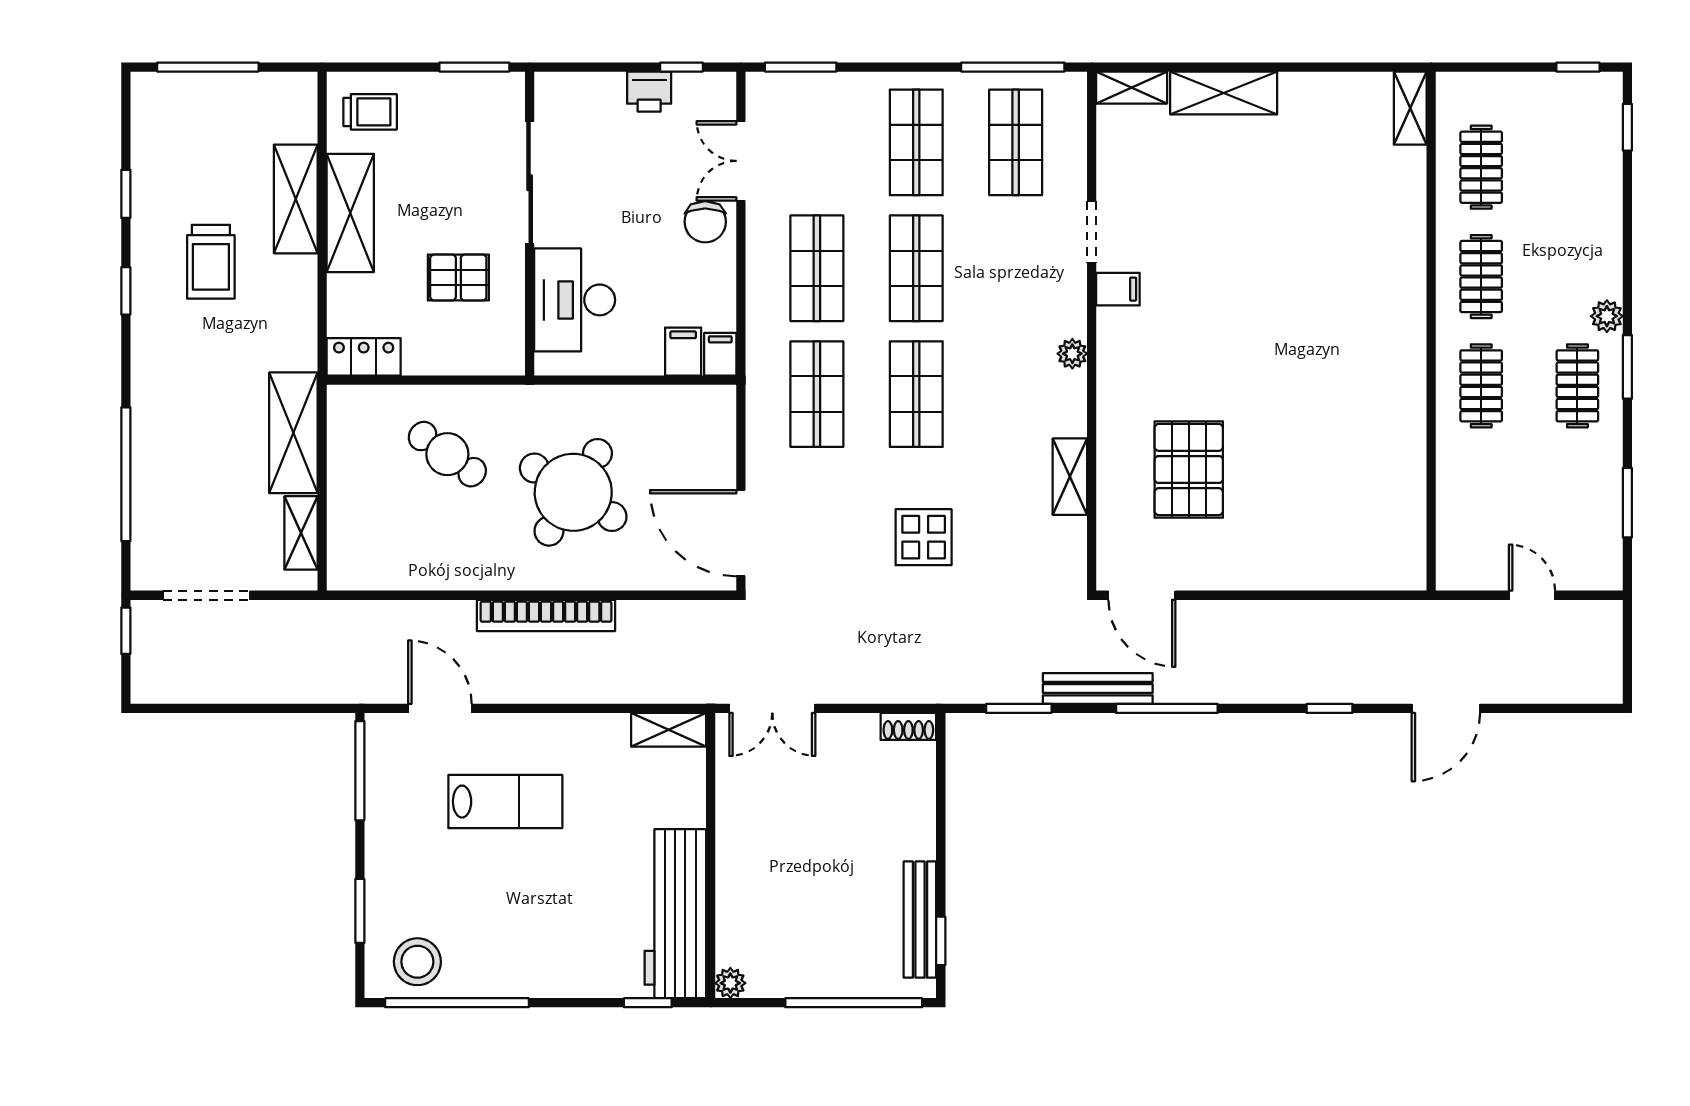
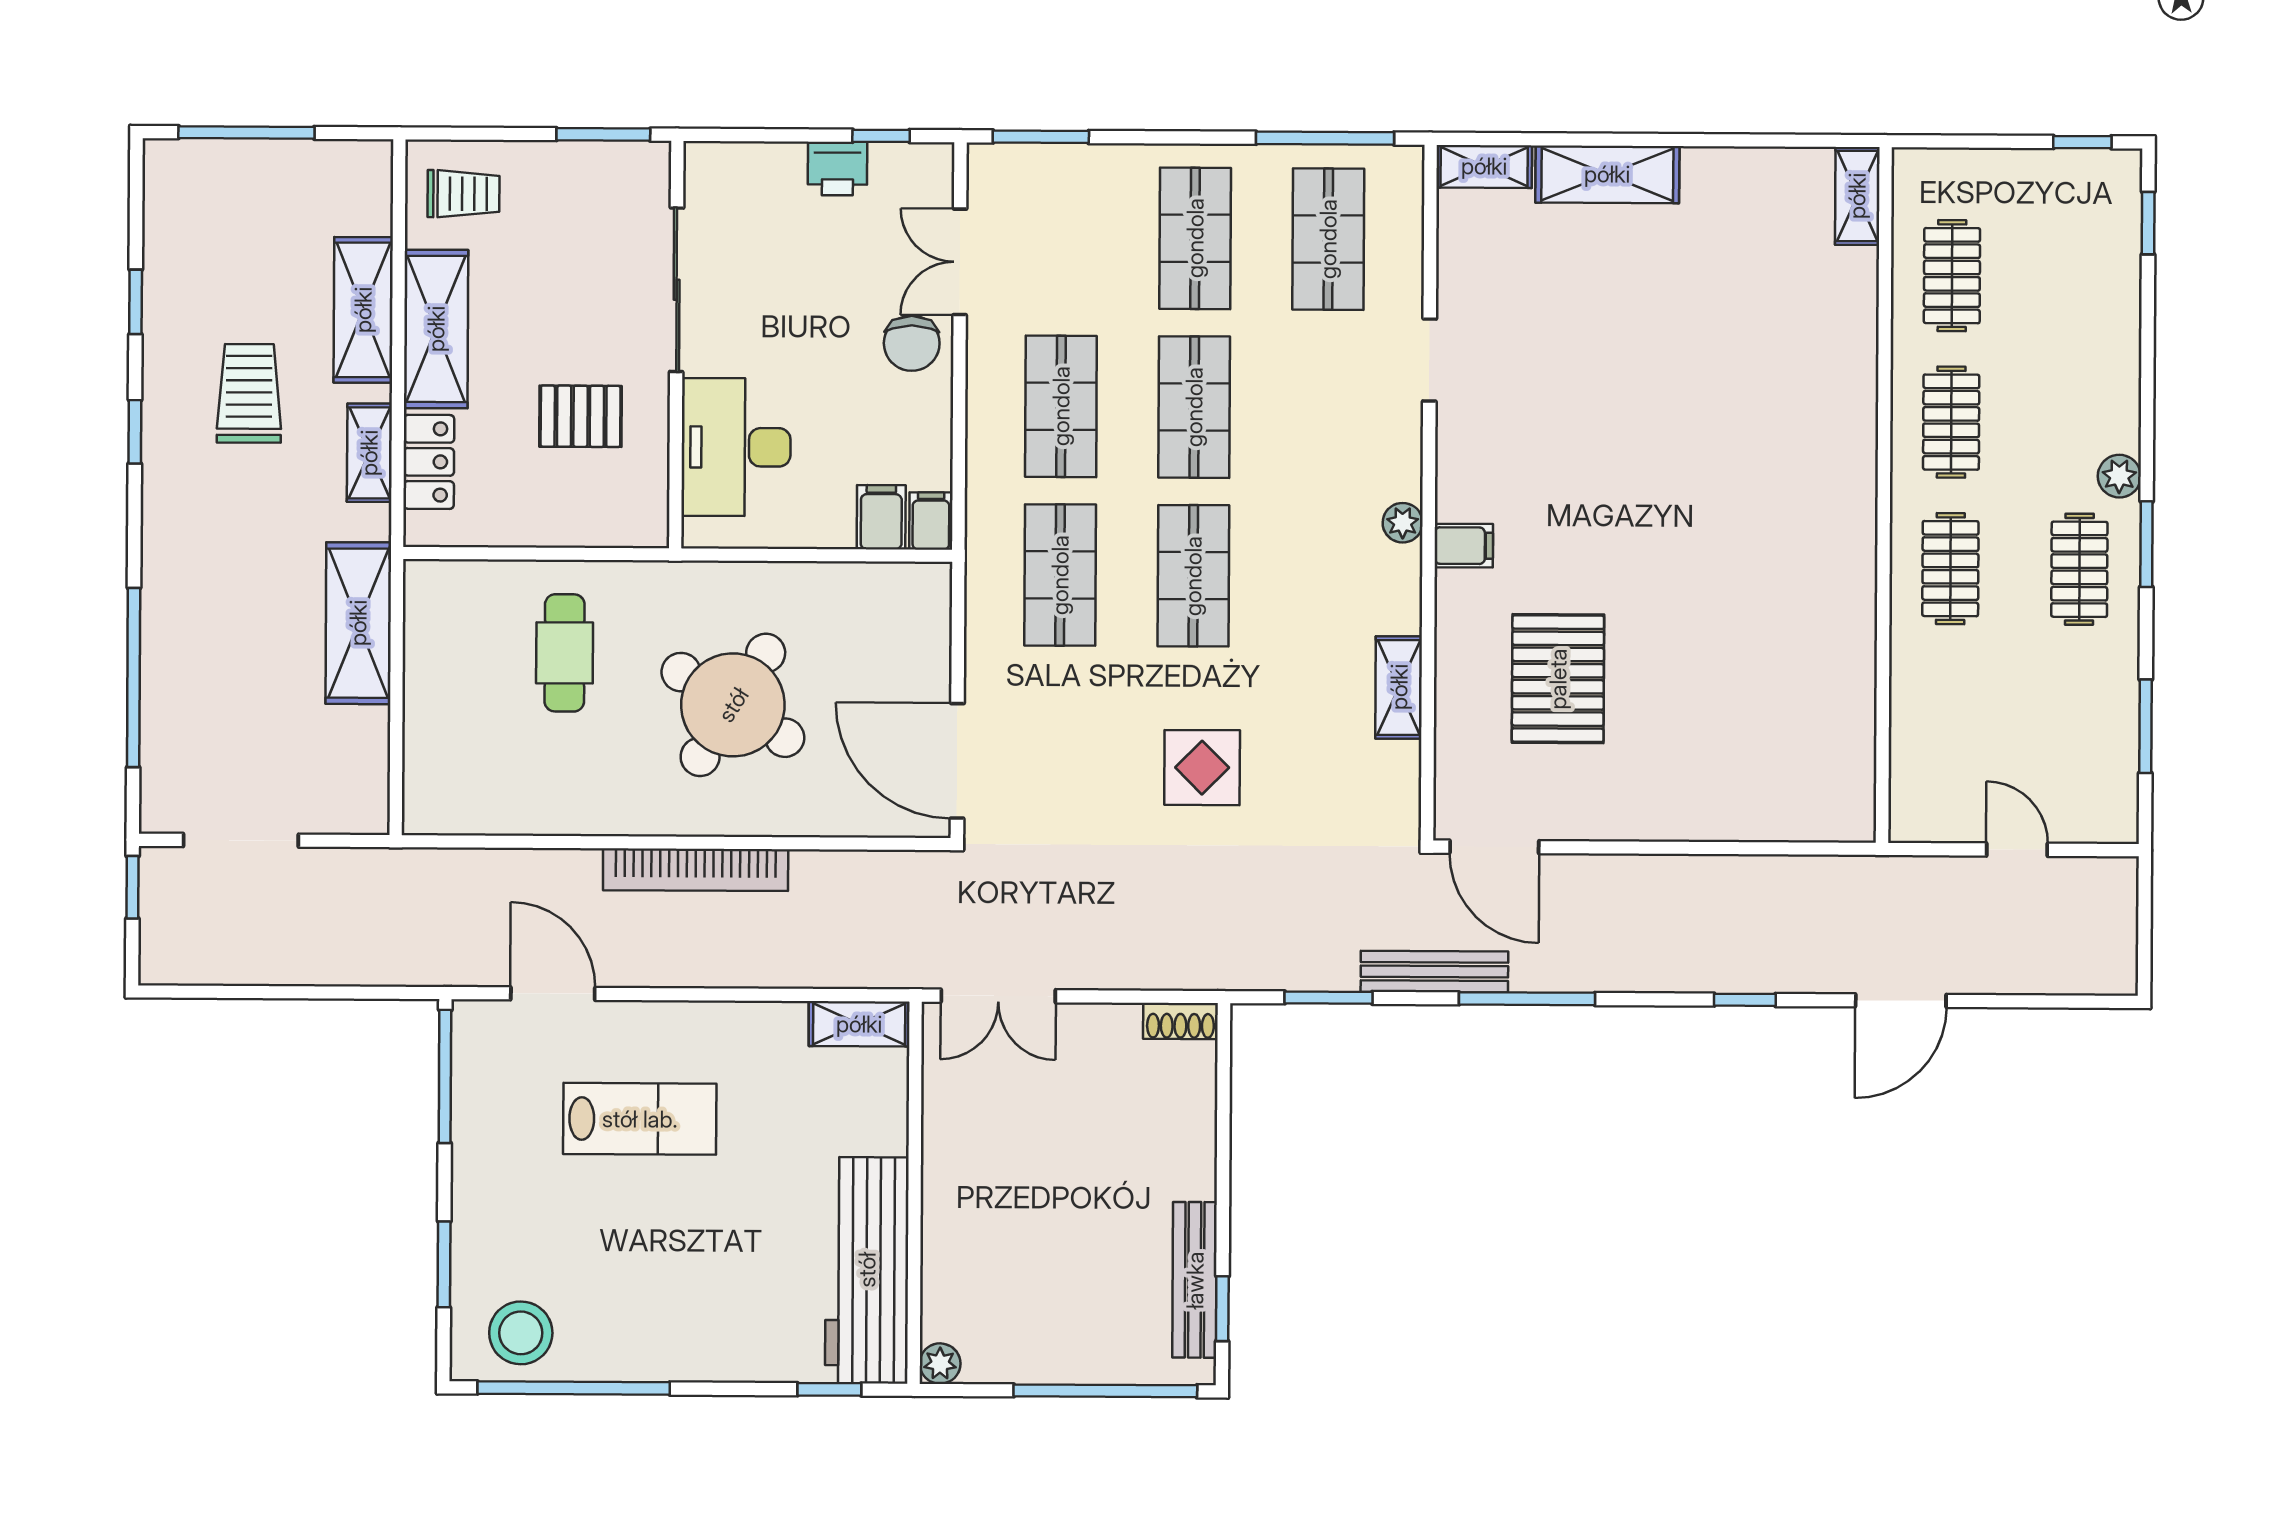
trolley: (211, 262) -> (249, 393), turned 180
filing cabinet: (1118, 289) -> (1464, 546), moved
locker: (364, 357) -> (429, 462), moved, turned 90
cafe table: (447, 454) -> (565, 653), turned 54
shelving: (301, 533) -> (369, 453), moved

